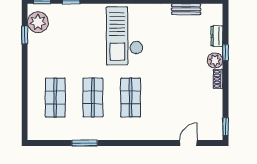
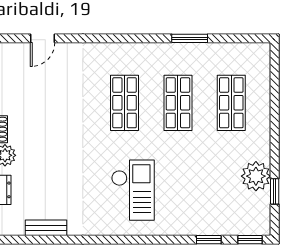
plant: (38, 22) -> (256, 176), moved
checkout: (125, 36) -> (133, 190), width x0.73, depth x0.83

